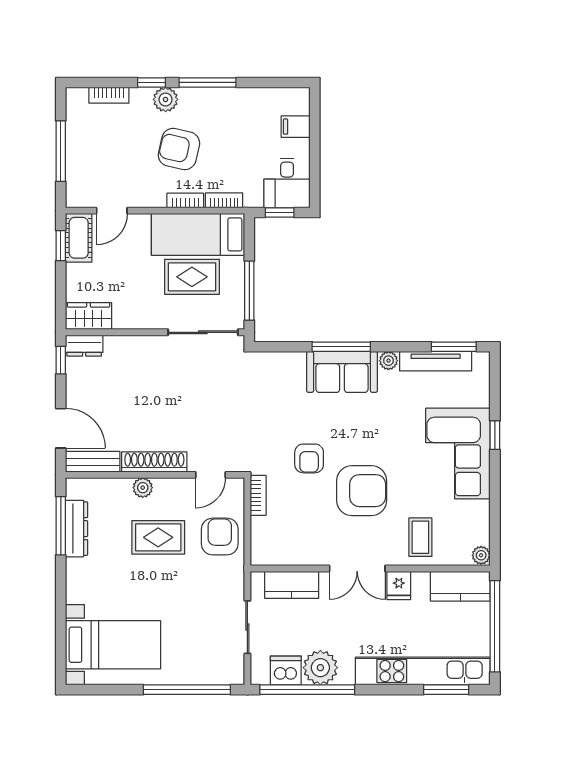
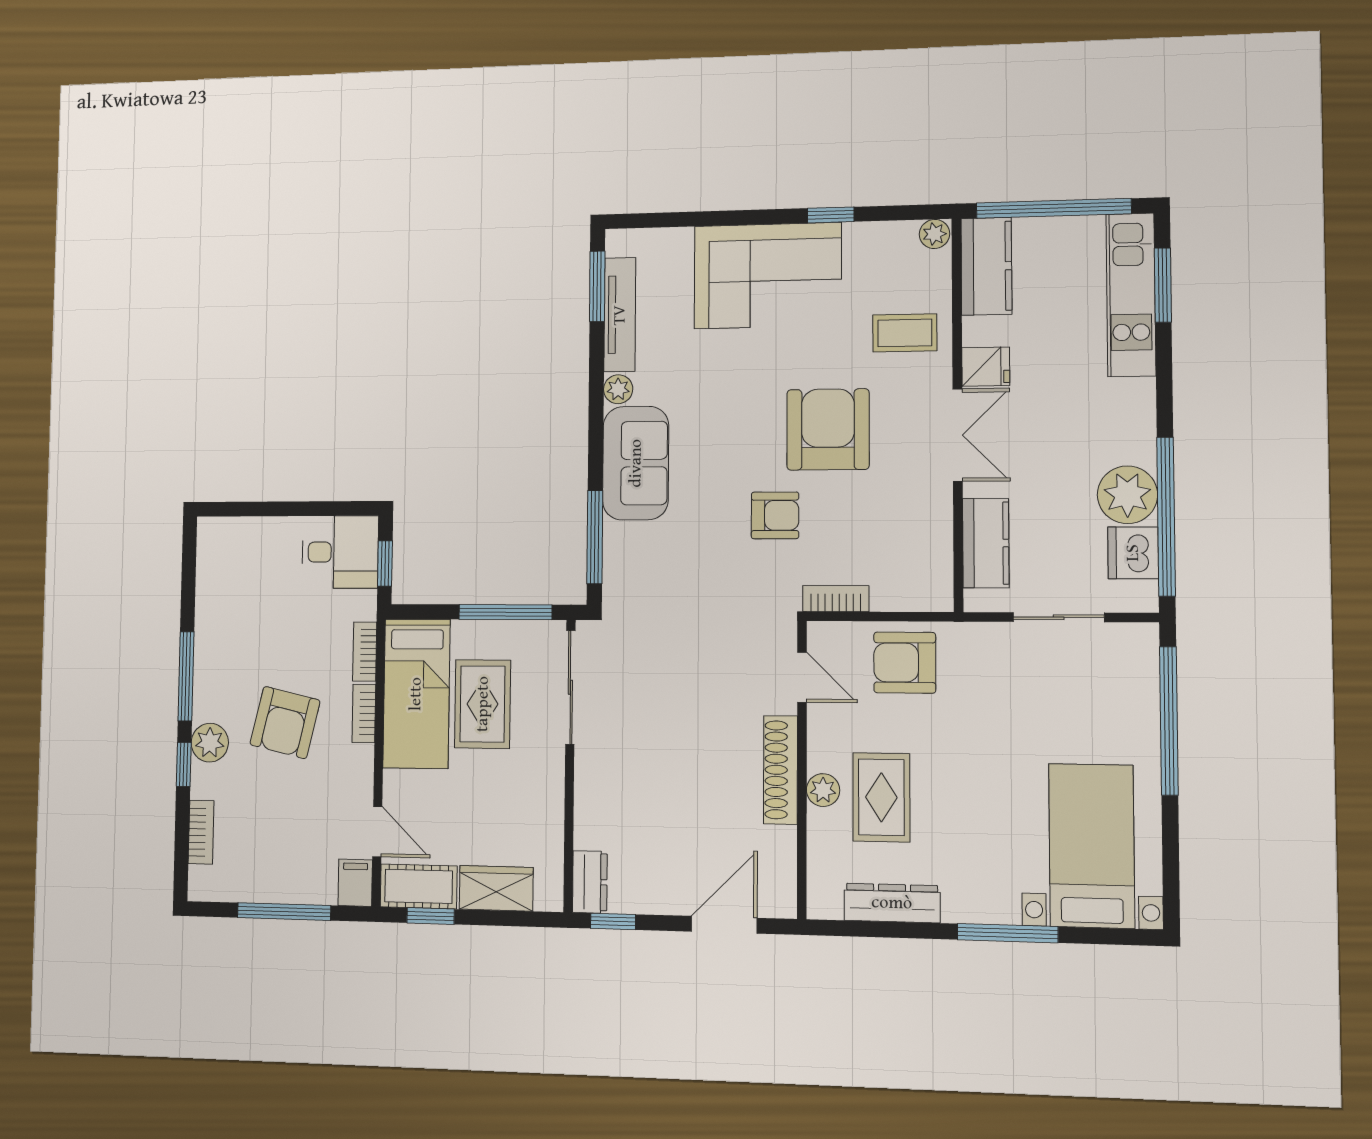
filing cabinet: (296, 127) -> (355, 883), moved, turned 180
wardrobe: (88, 316) -> (496, 888), moved, turned 90
window: (341, 347) -> (595, 537), moved
window: (495, 435) -> (831, 215), moved
bench: (93, 462) -> (780, 873), removed
window: (61, 526) -> (1008, 933), moved
rug: (158, 537) -> (881, 797), moved
kitchen unit: (423, 671) -> (1131, 295), width x0.73

